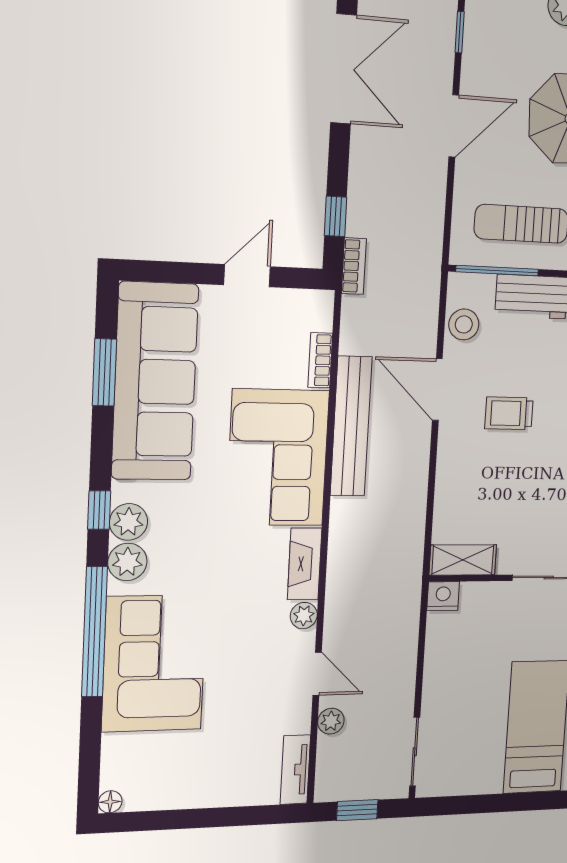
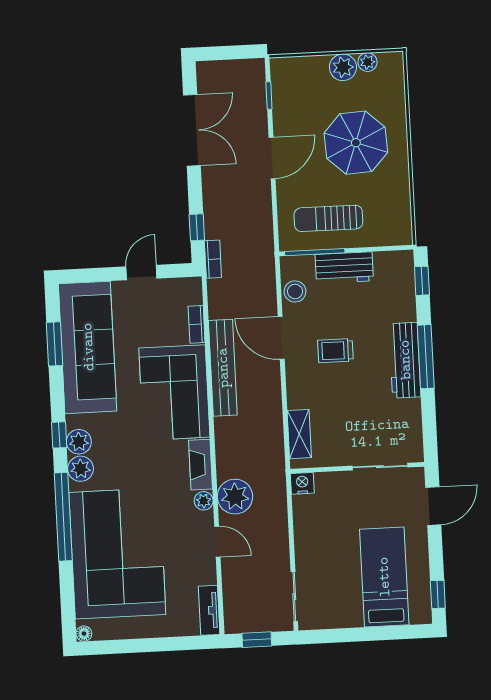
shelving: (463, 560) -> (299, 434), moved, turned 90
corner sofa: (154, 663) -> (117, 553), width x1.36, depth x1.36
plant: (331, 721) -> (235, 497), moved, width x1.88, depth x1.88

